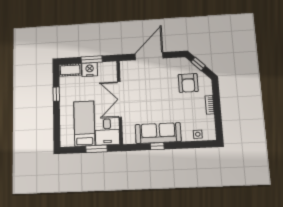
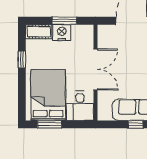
double door: (120, 99) -> (95, 70), swing flipped
bed: (84, 123) -> (48, 95), width x1.50
window: (96, 149) -> (50, 124), moved

